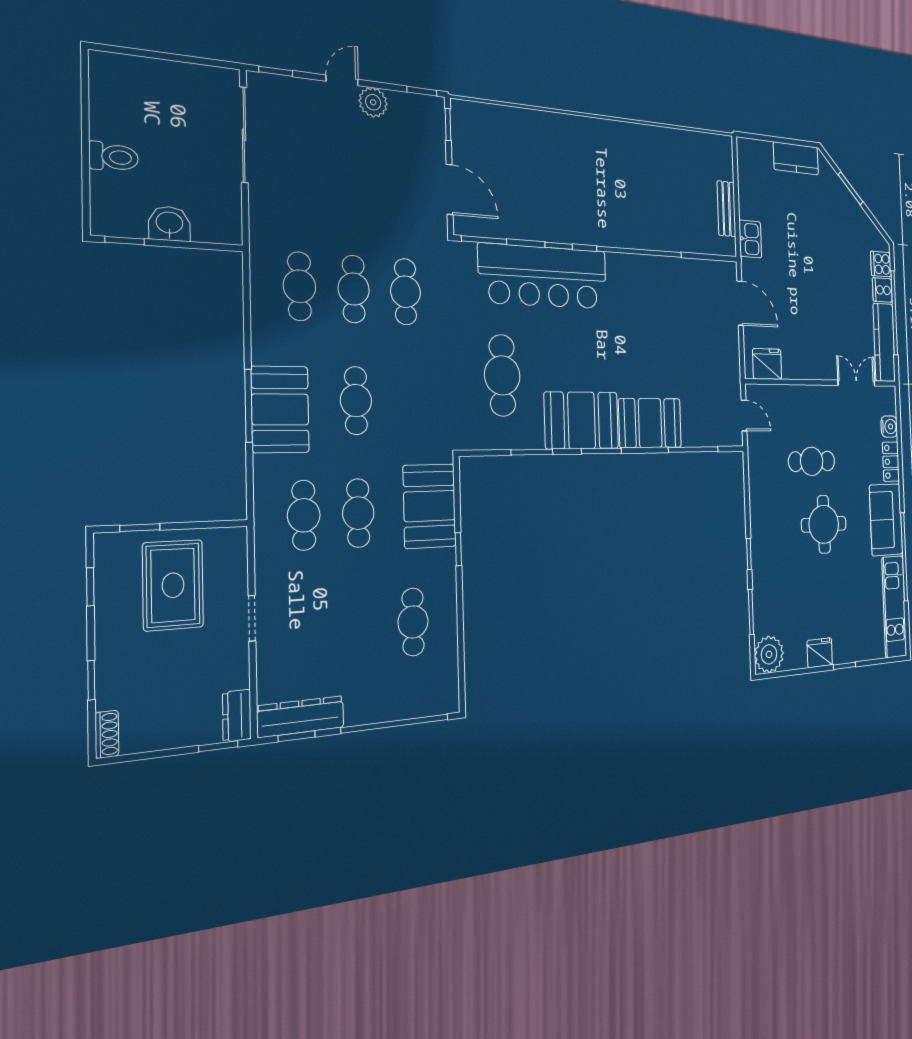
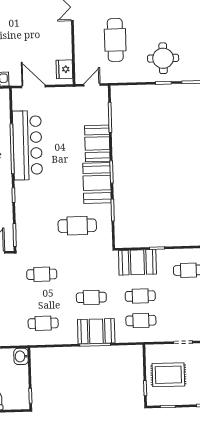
washbasin: (169, 224) -> (21, 356), moved
bar counter: (543, 276) -> (27, 145), moved
cafe table: (354, 289) -> (42, 299), removed
door: (740, 303) -> (33, 87), hinge flipped
cafe table: (812, 461) -> (115, 40), width x1.37, depth x1.35
round table: (824, 524) -> (163, 58), moved

